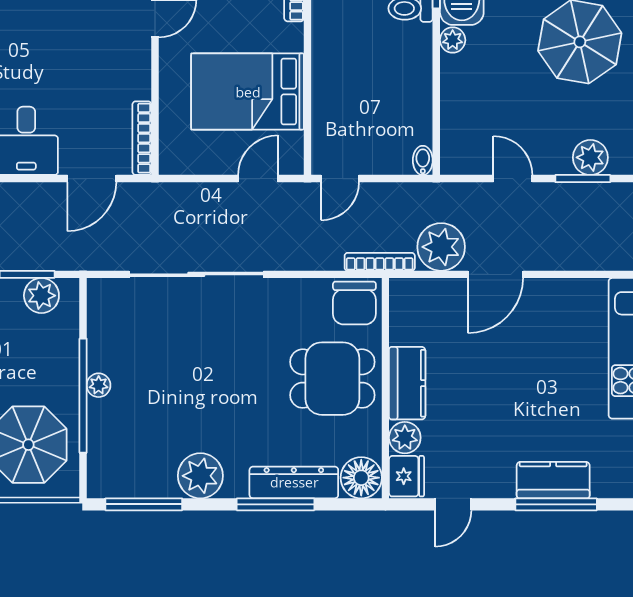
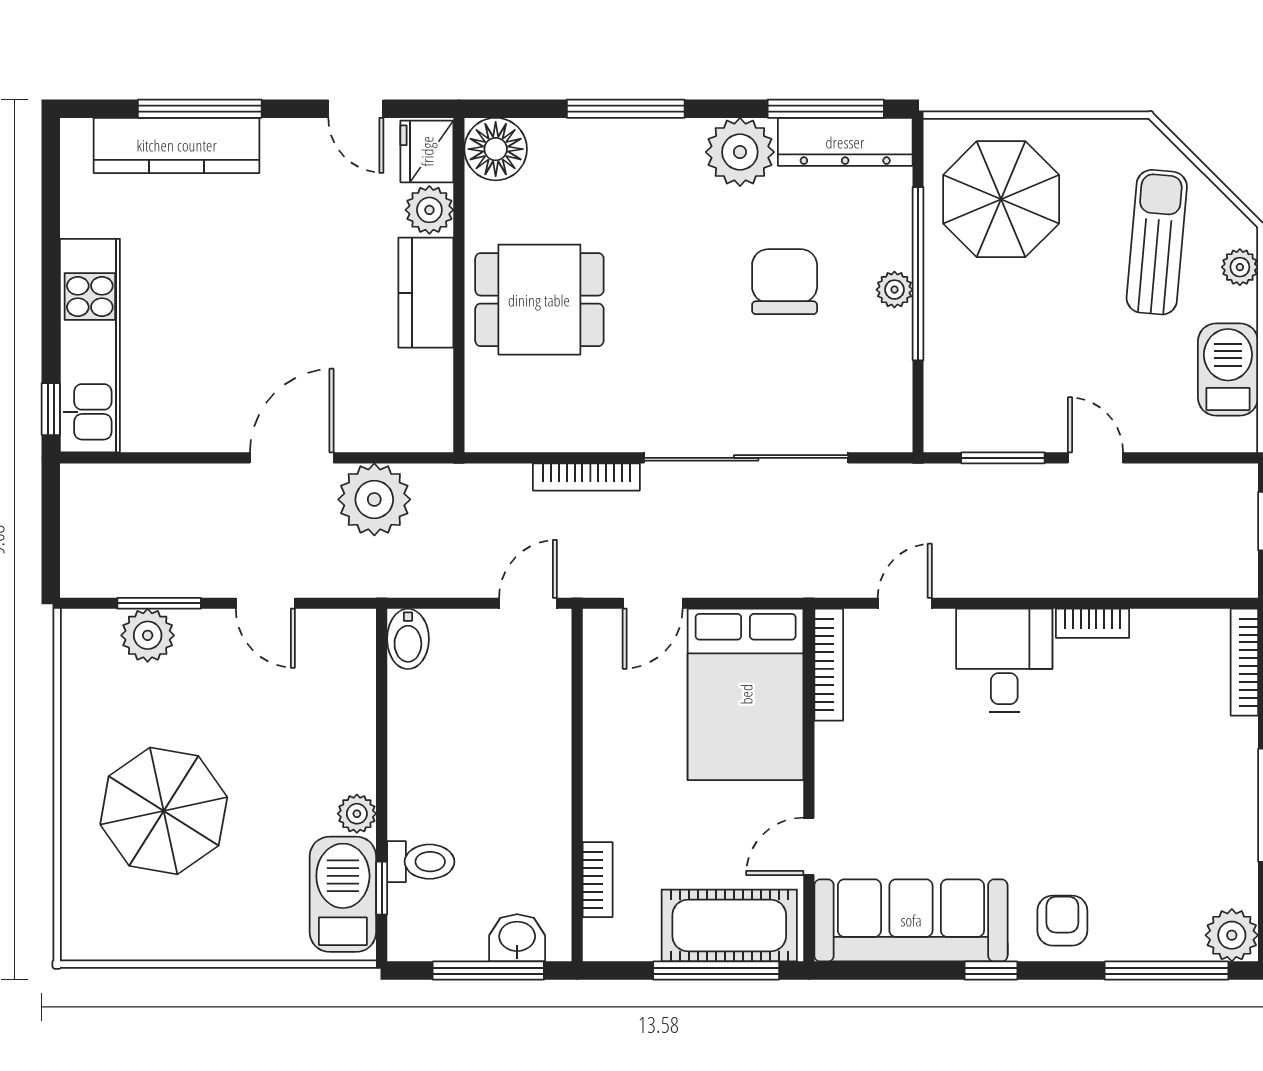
bed: (248, 92) -> (746, 694), moved, turned 90
bidet: (423, 160) -> (408, 639), width x1.38, depth x1.36
door: (92, 179) -> (905, 603), width x0.73
bookcase: (380, 262) -> (586, 477), moved
plant: (41, 296) -> (981, 426), removed
chair: (354, 303) -> (785, 282), moved
kitchen counter: (553, 480) -> (177, 145), width x1.50
dresser: (294, 482) -> (845, 142), moved
door: (453, 504) -> (356, 109), swing flipped

